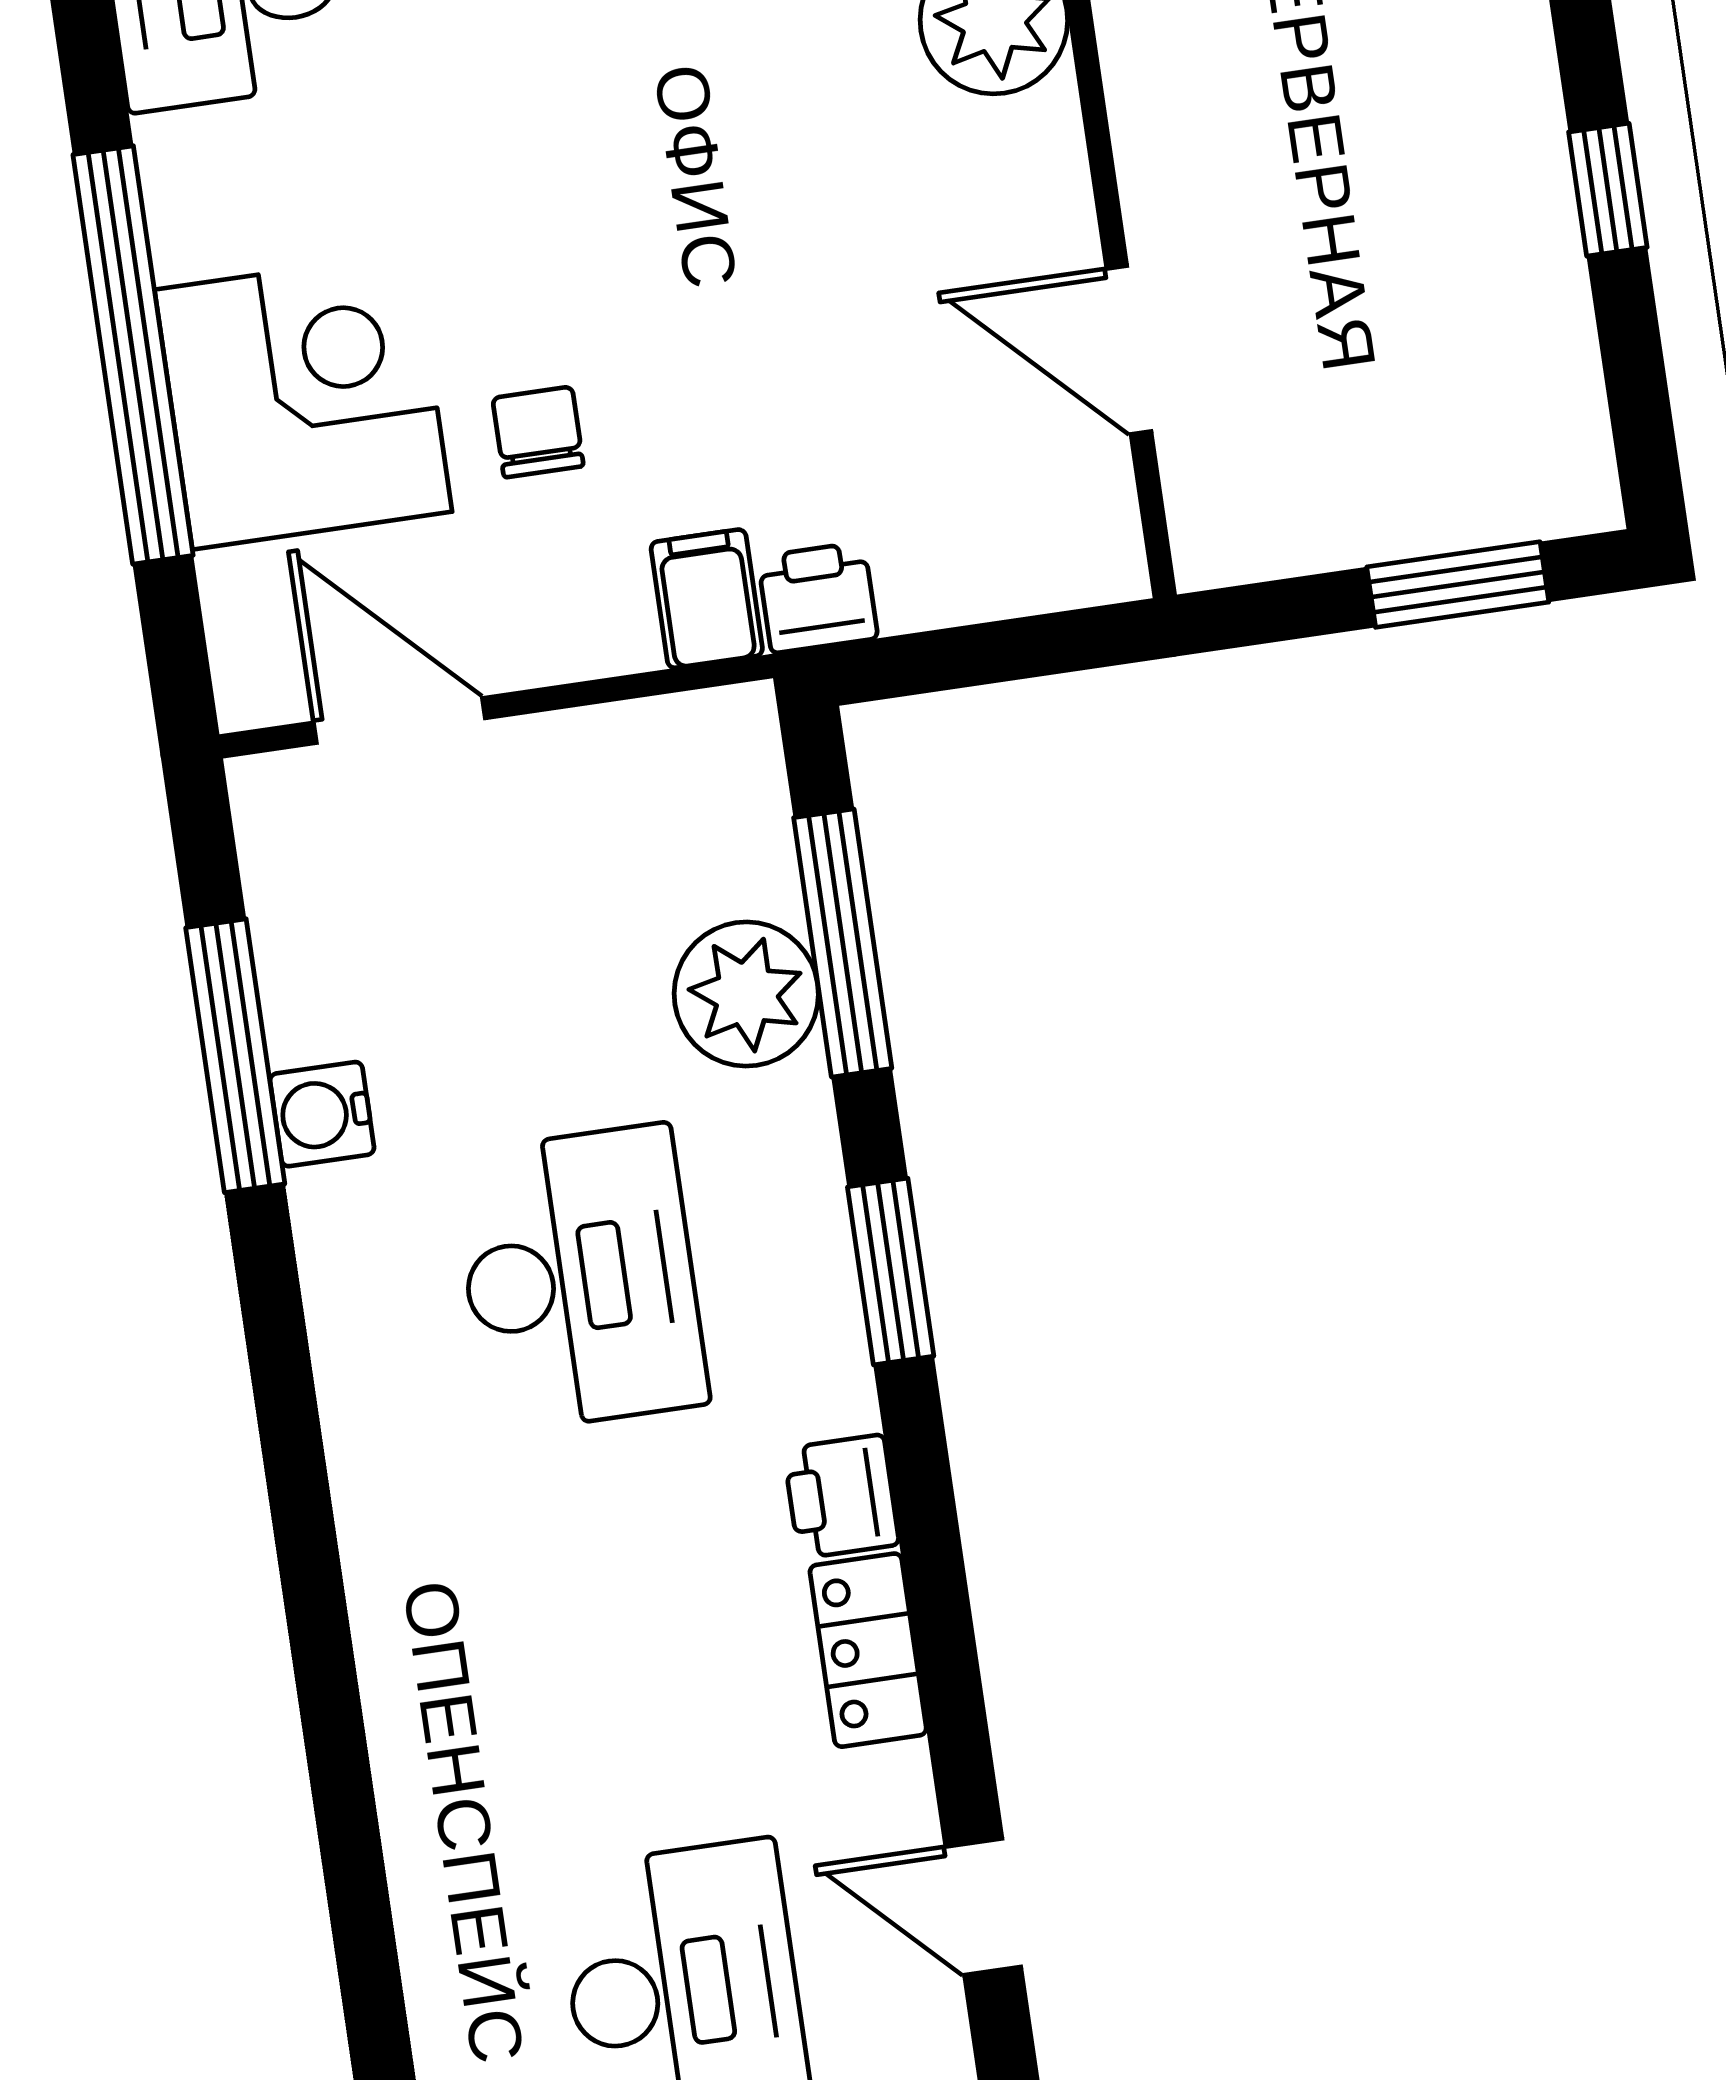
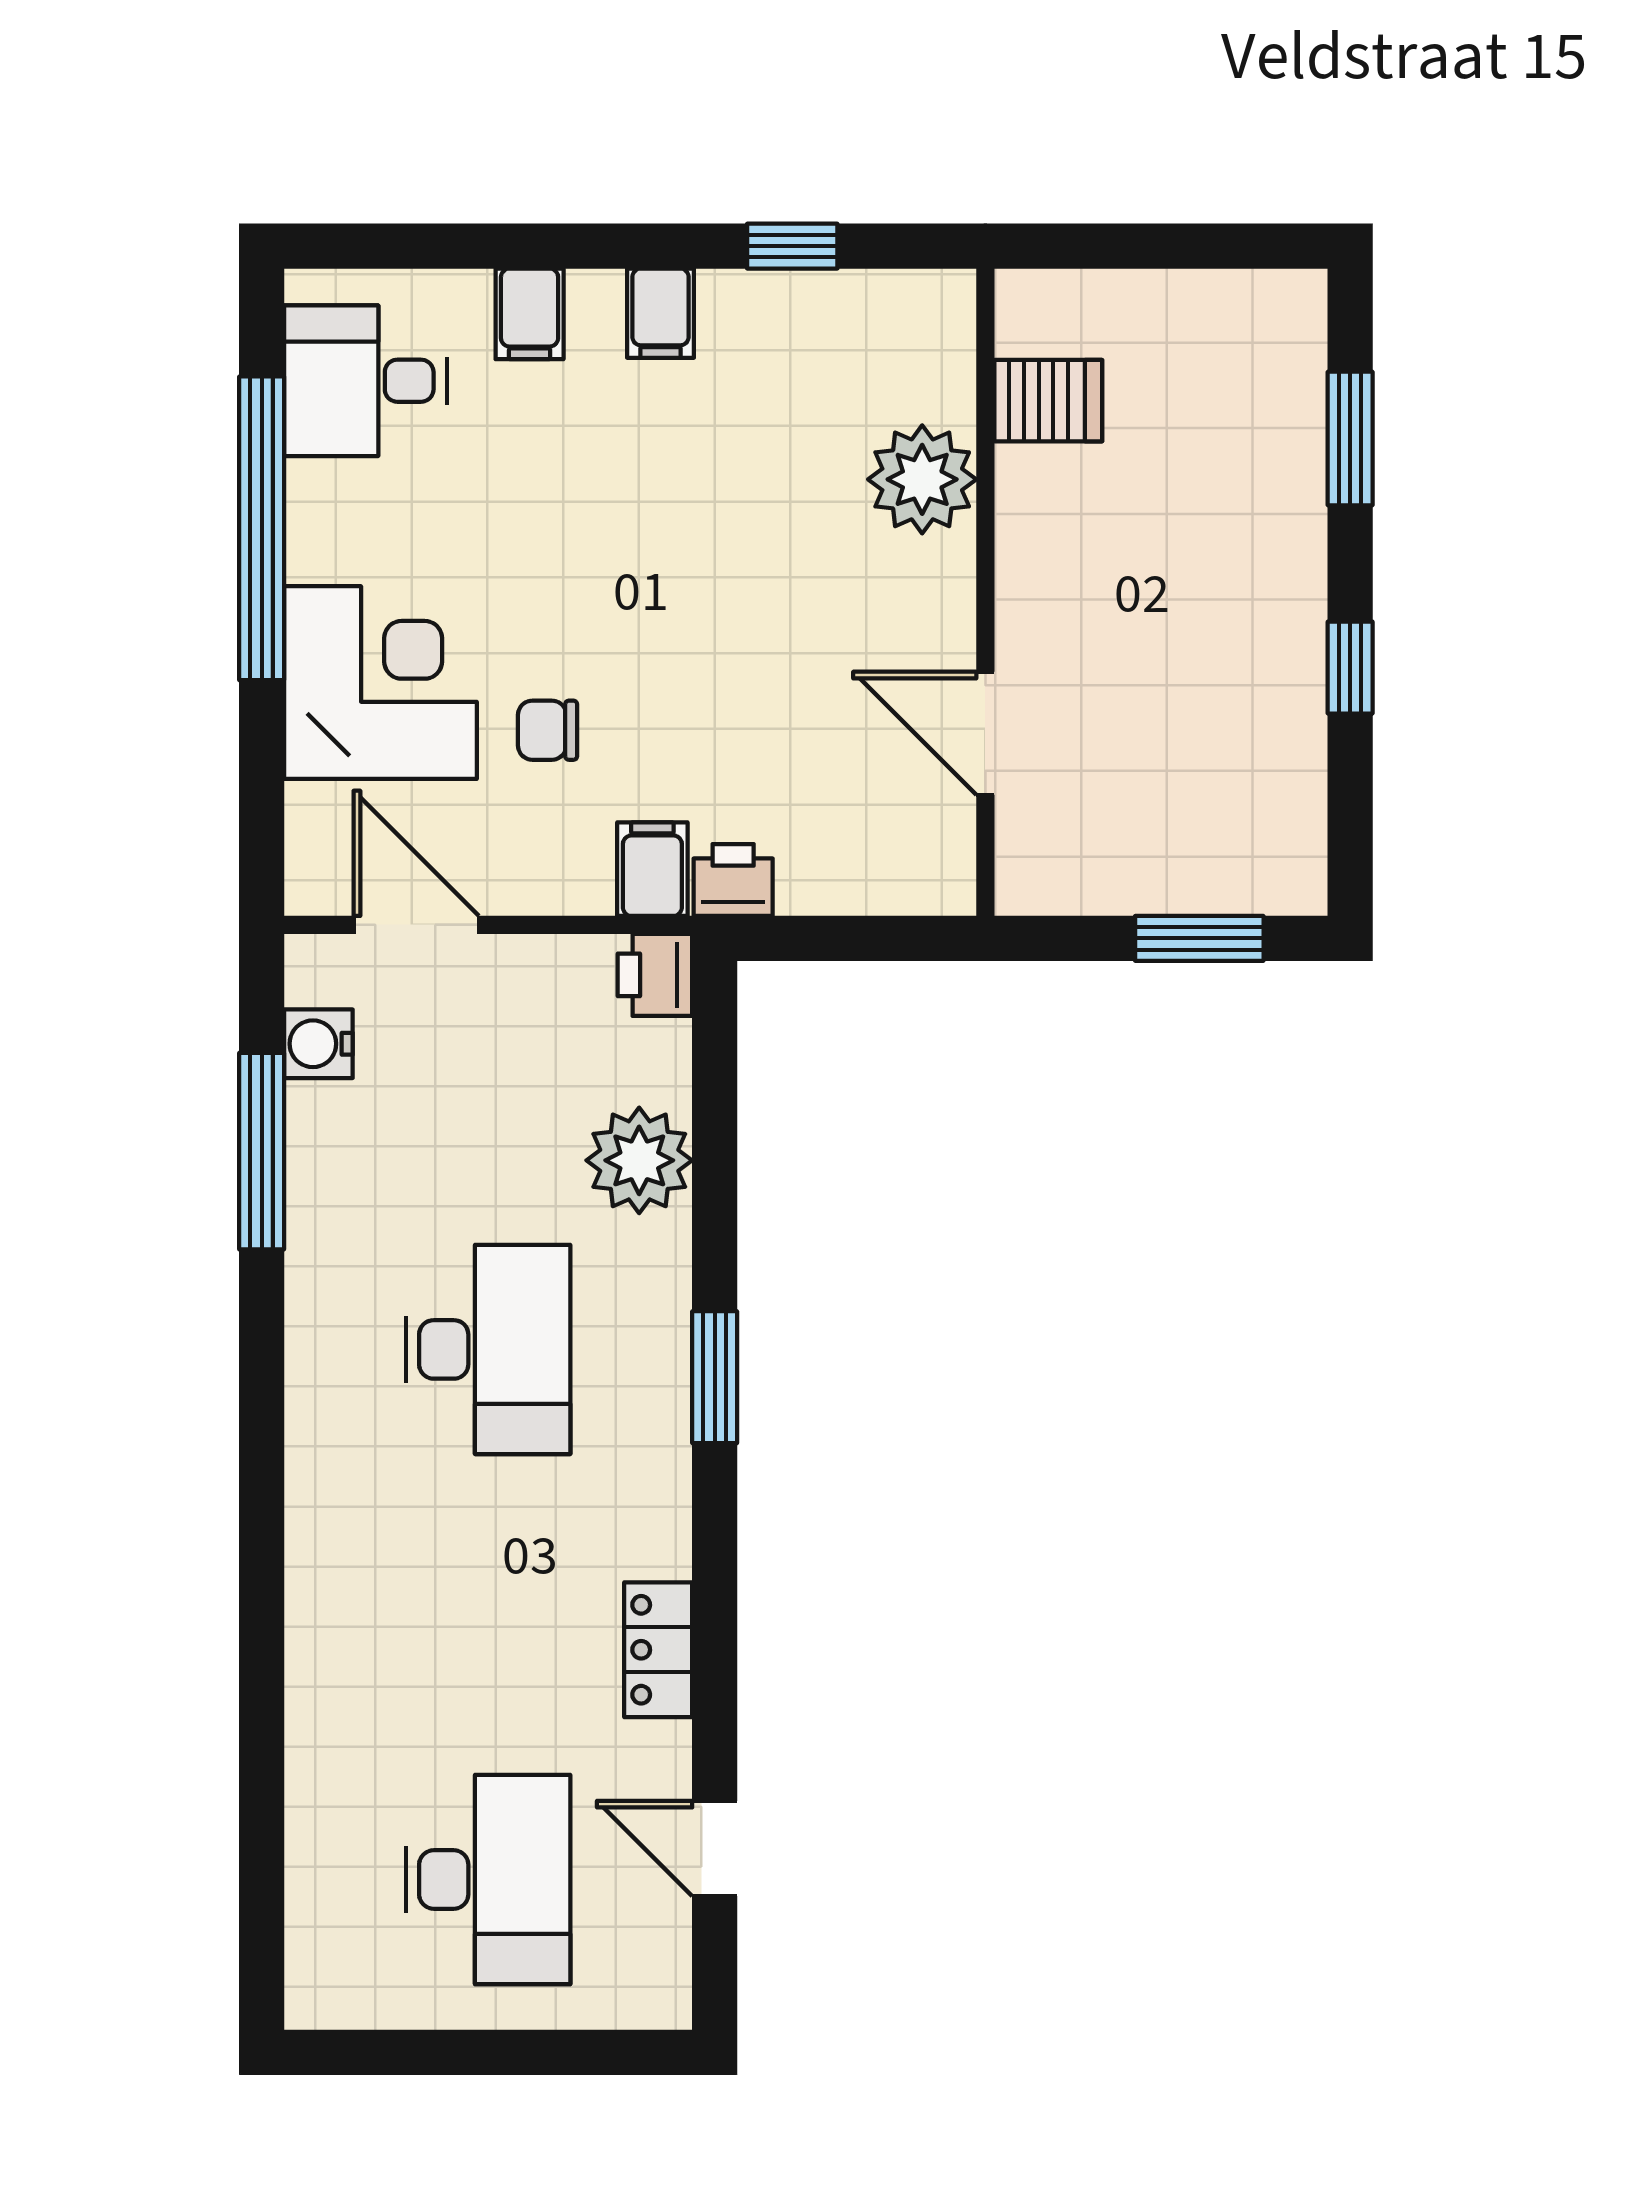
window: (133, 355) -> (262, 528), moved
chair: (538, 432) -> (548, 730), turned -90
window: (843, 943) -> (715, 1134), removed
water cooler: (322, 1114) -> (318, 1044), moved
printer: (841, 1497) -> (655, 975), moved

